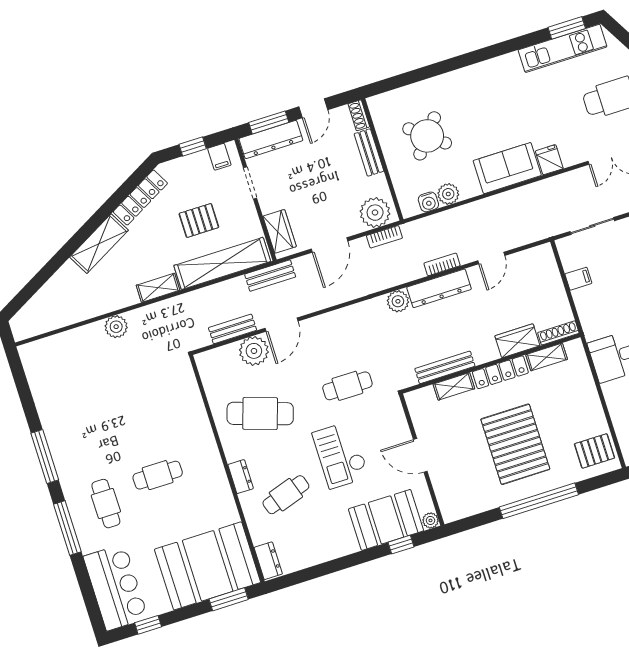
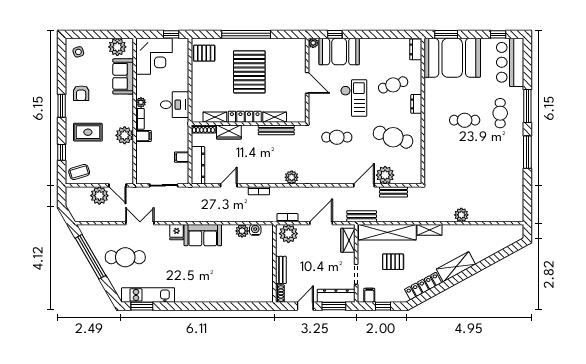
round table: (427, 136) -> (244, 269), removed
dresser: (439, 288) -> (198, 165), moved, turned 90

